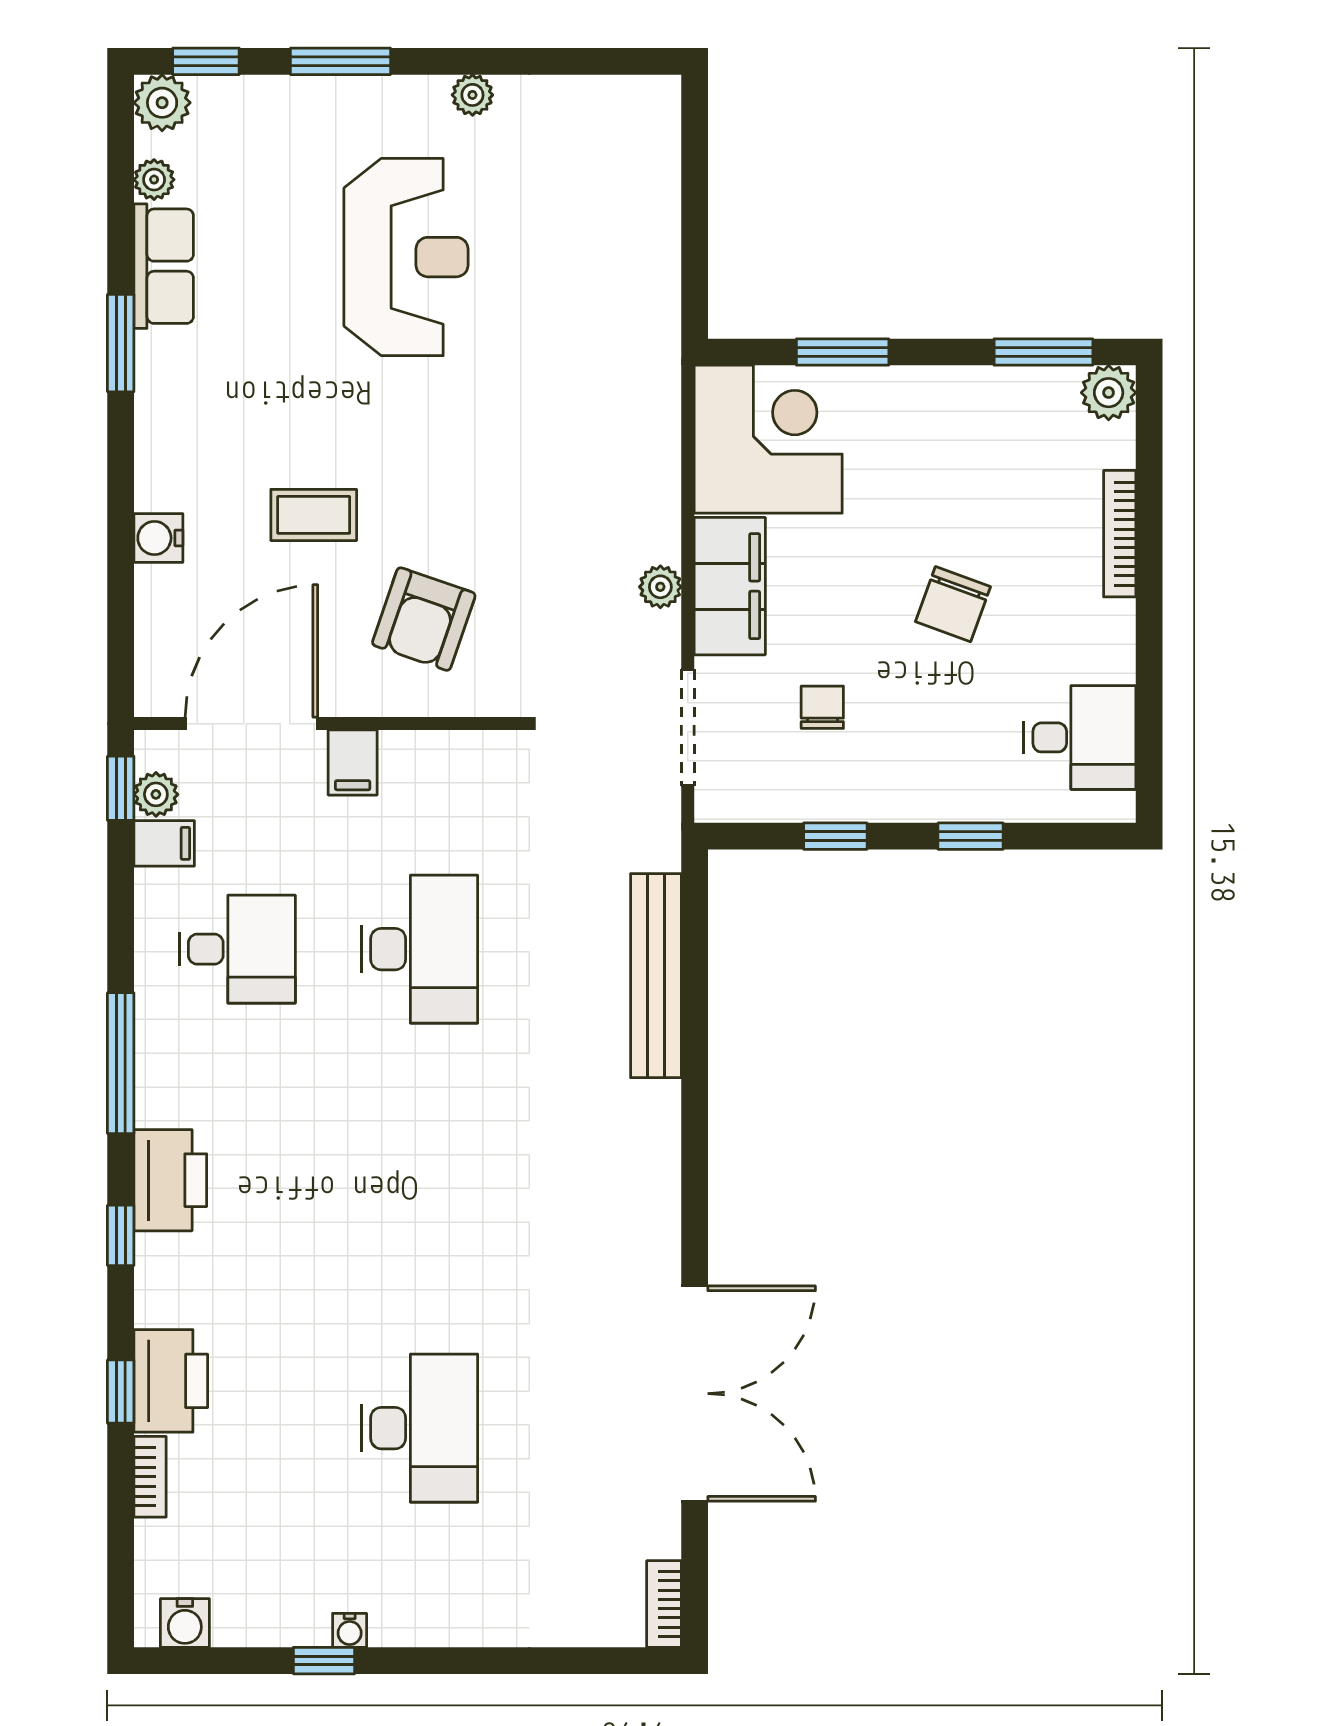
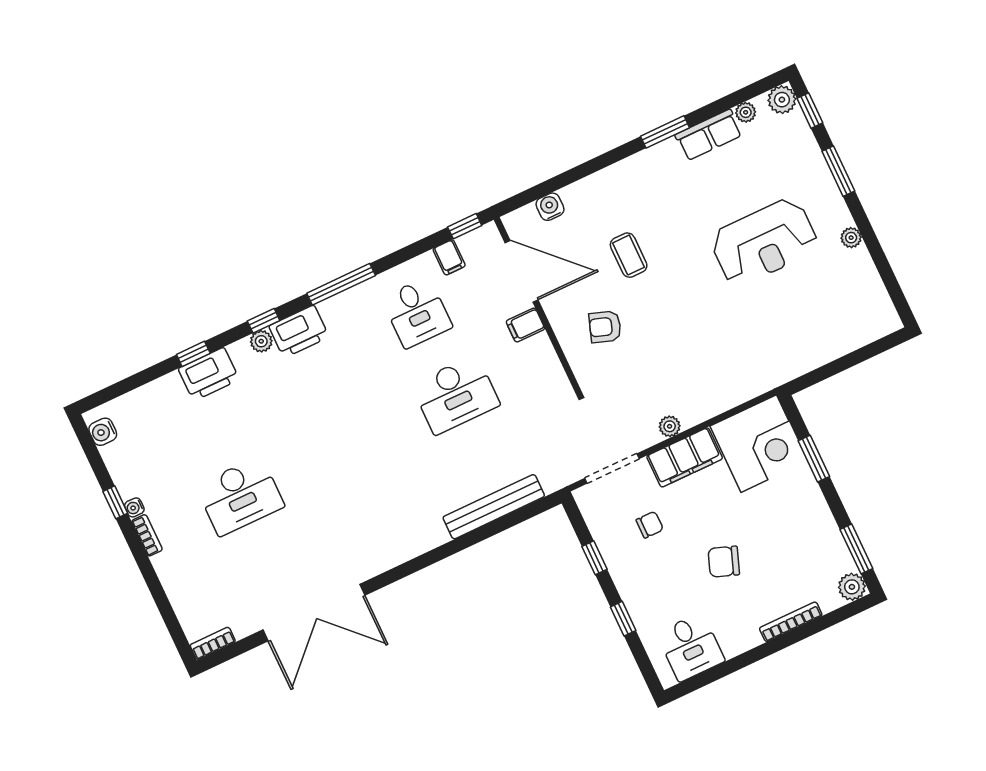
water cooler: (158, 538) -> (550, 207), moved
armchair: (424, 619) -> (605, 327), width x0.72, depth x0.72
plant: (156, 794) -> (261, 341), moved
bookcase: (150, 1477) -> (147, 535), moved, turned -90

